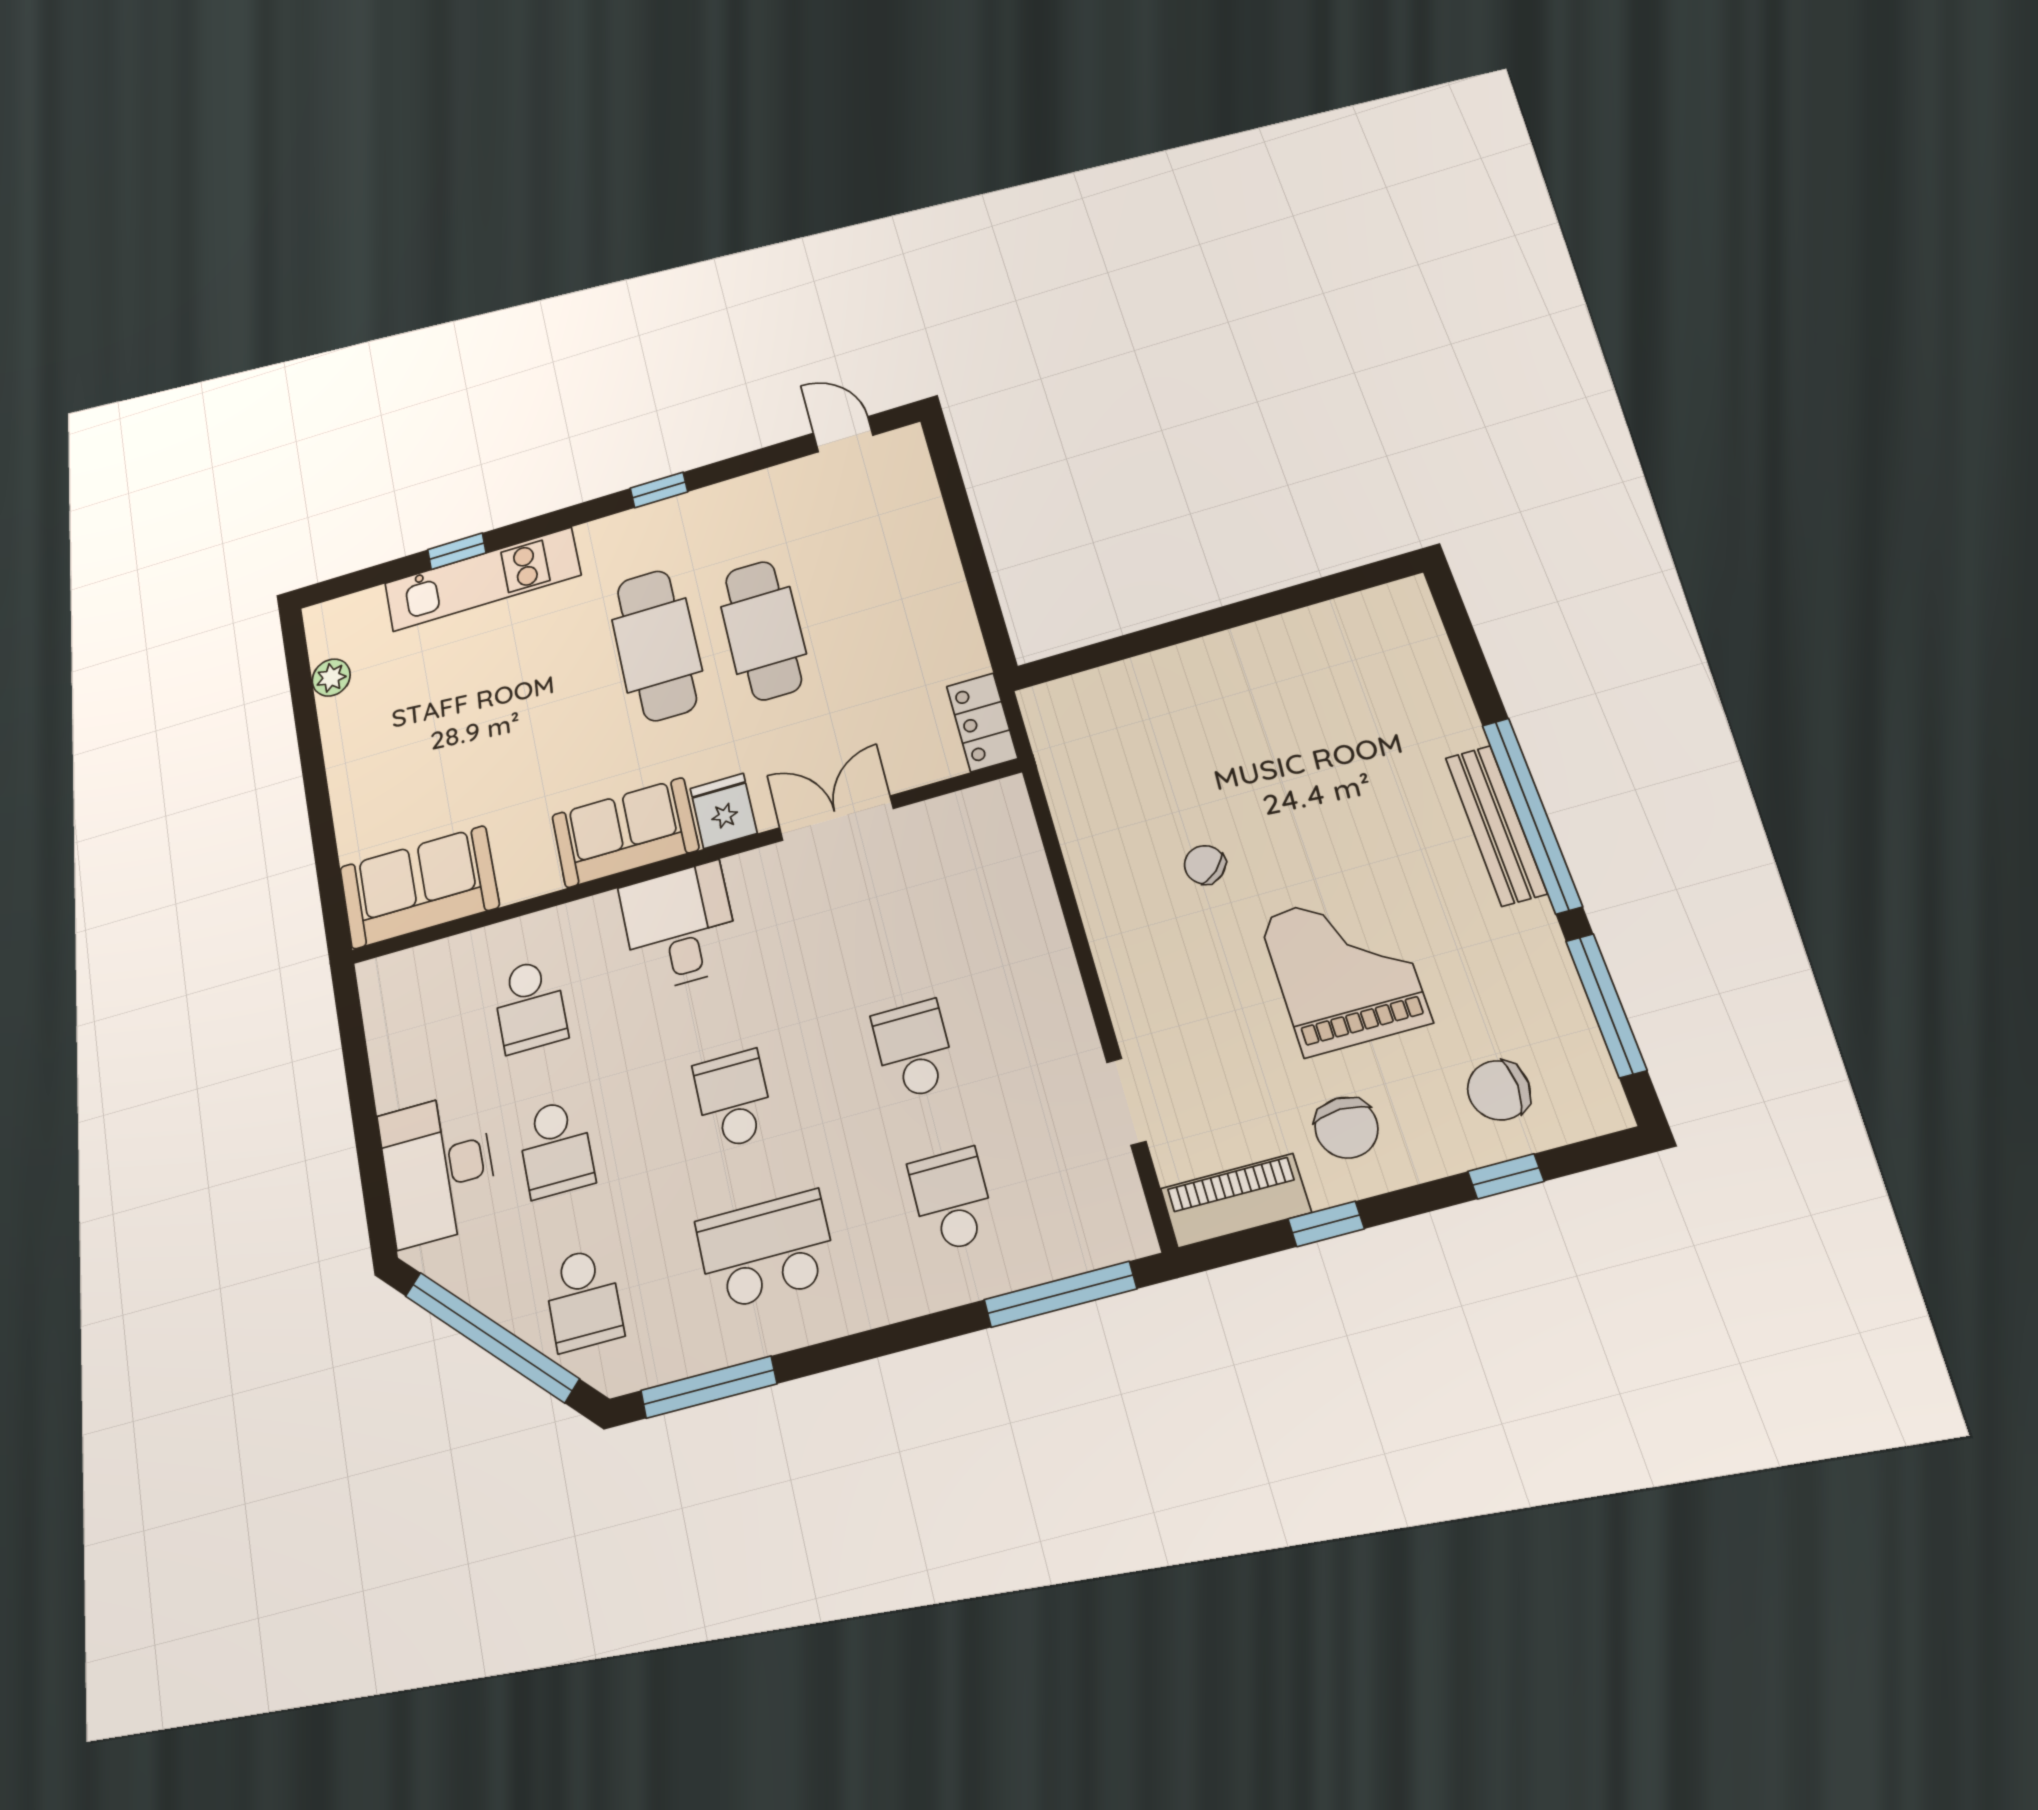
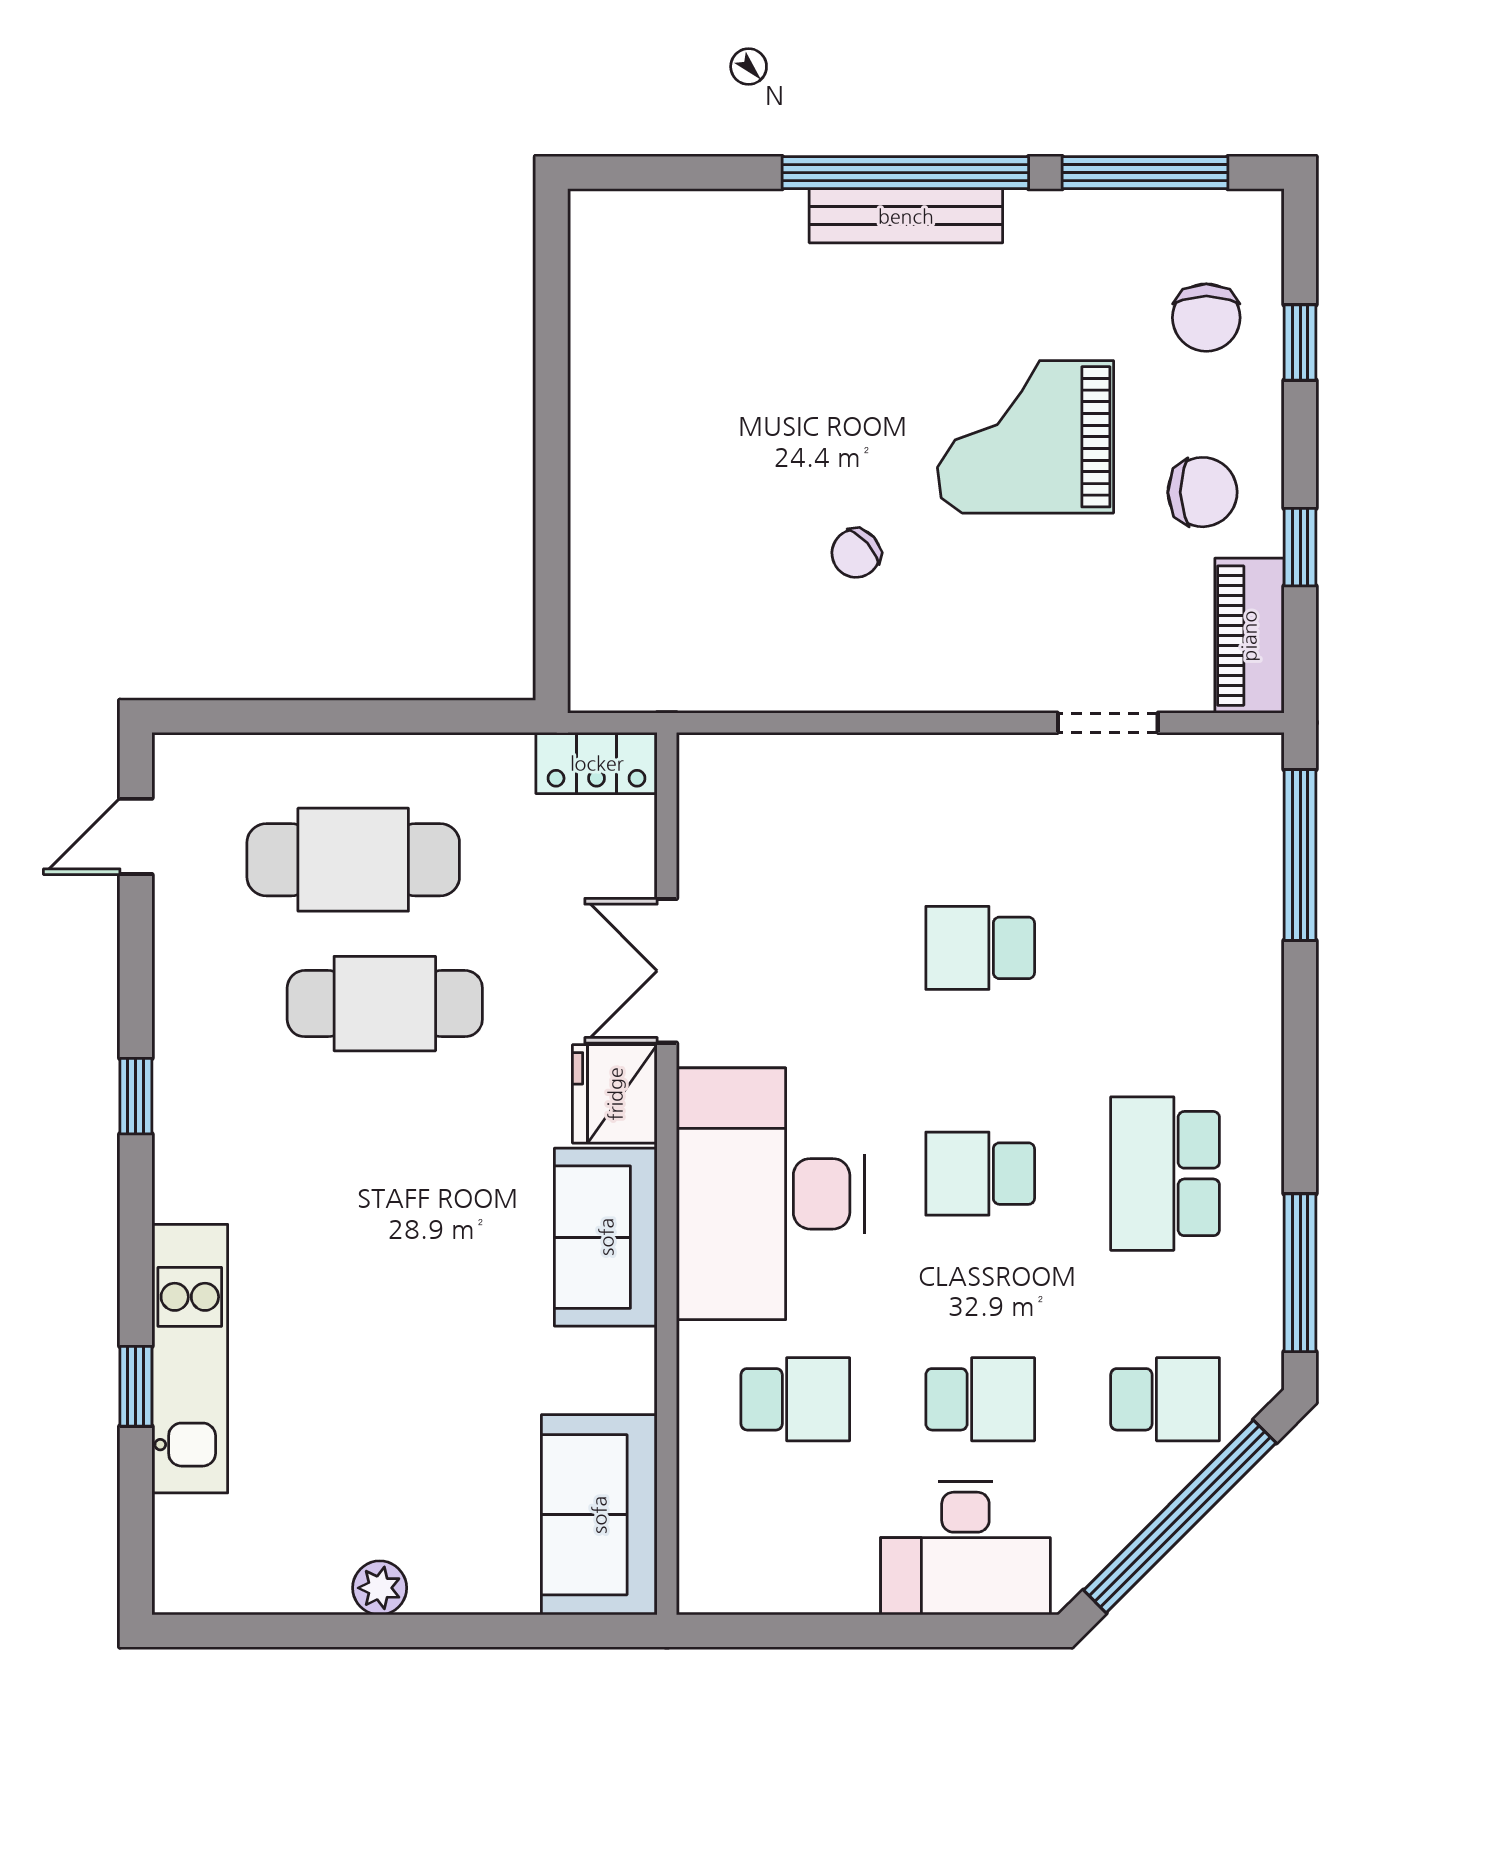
cafe table: (657, 645) -> (353, 860), moved
plant: (331, 678) -> (380, 1588), moved
fridge: (724, 811) -> (615, 1094), width x1.38
desk: (680, 927) -> (771, 1194), width x1.87, depth x1.30
school desk: (952, 1200) -> (1165, 948), removed

